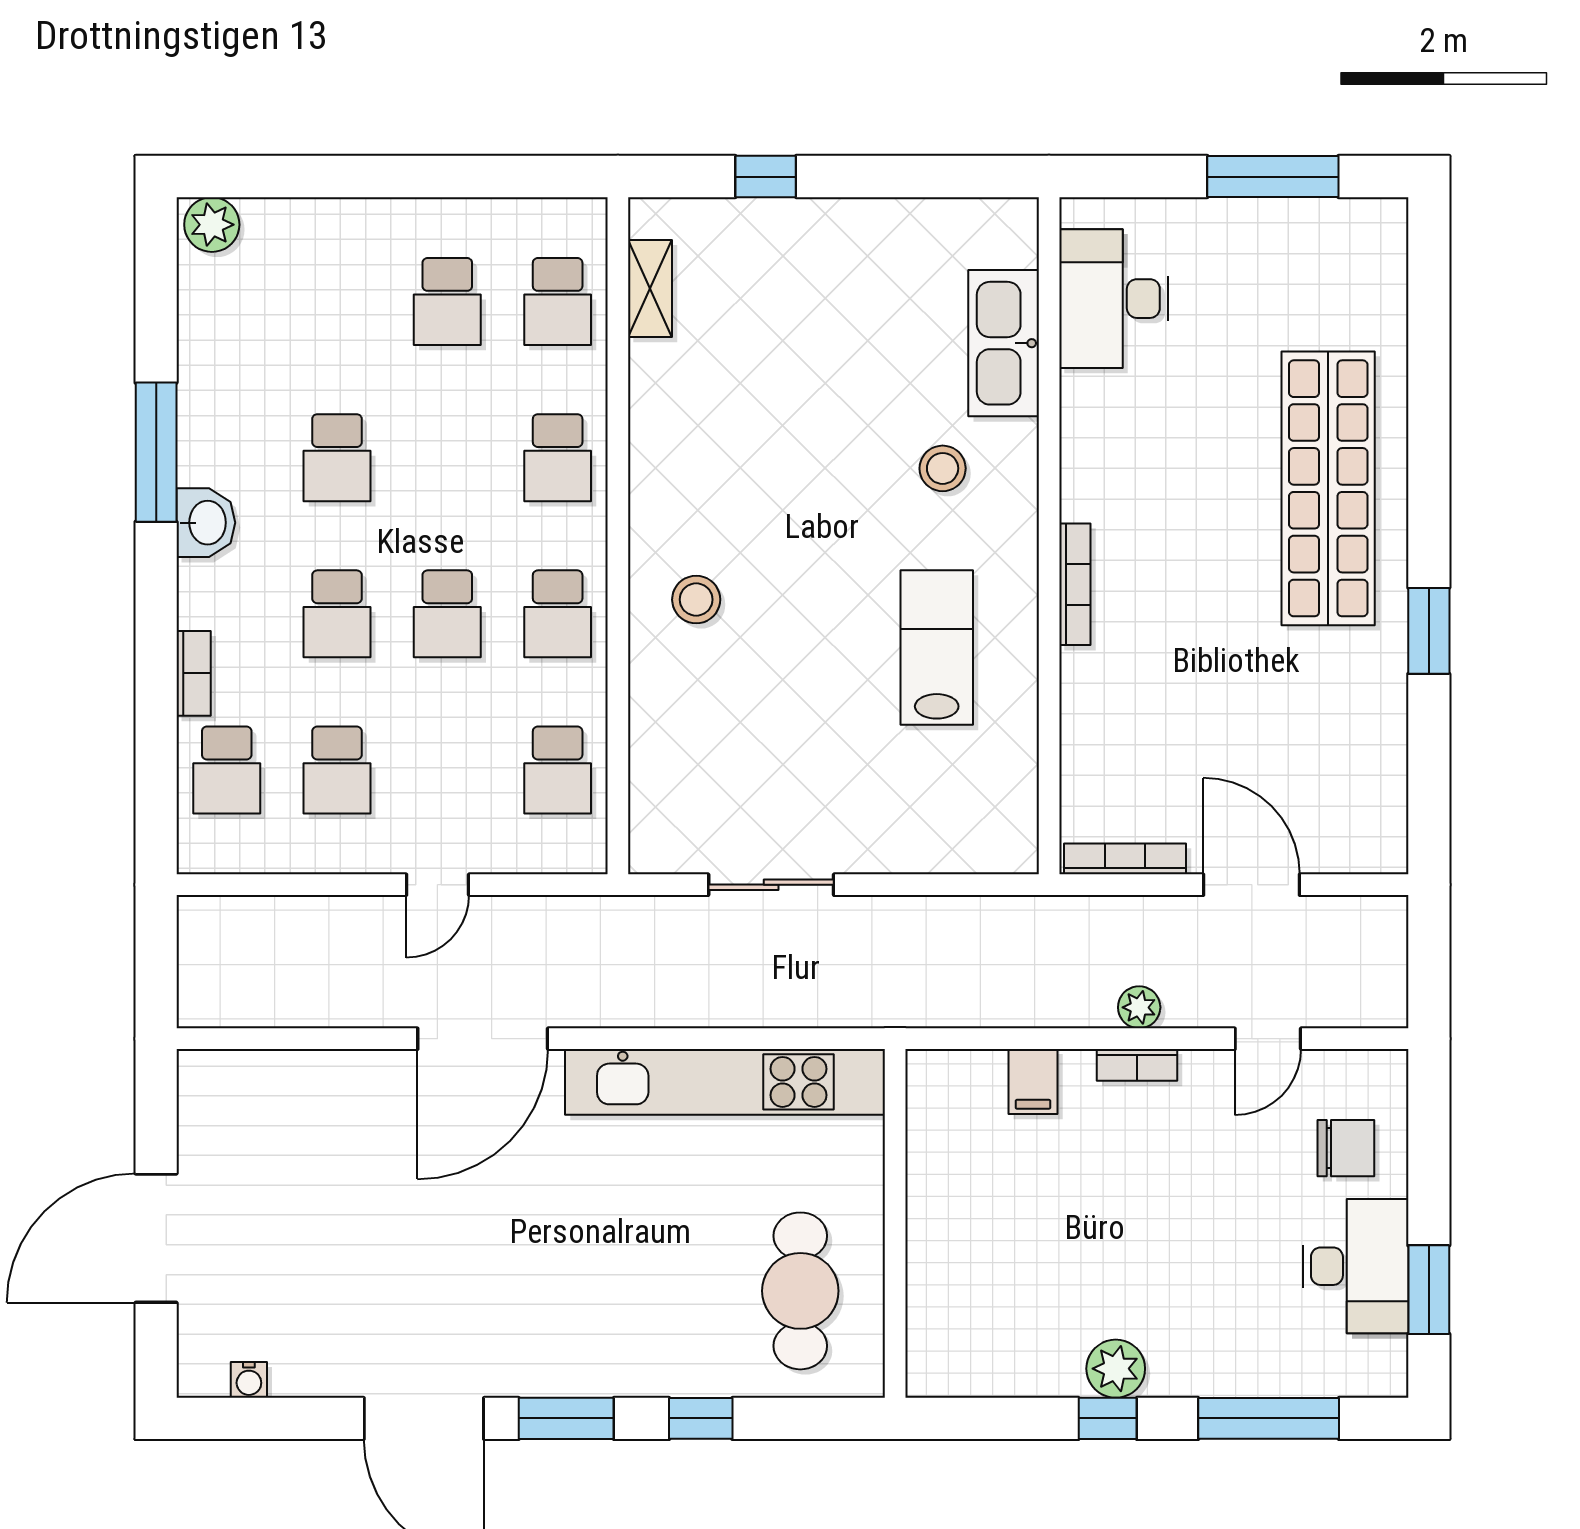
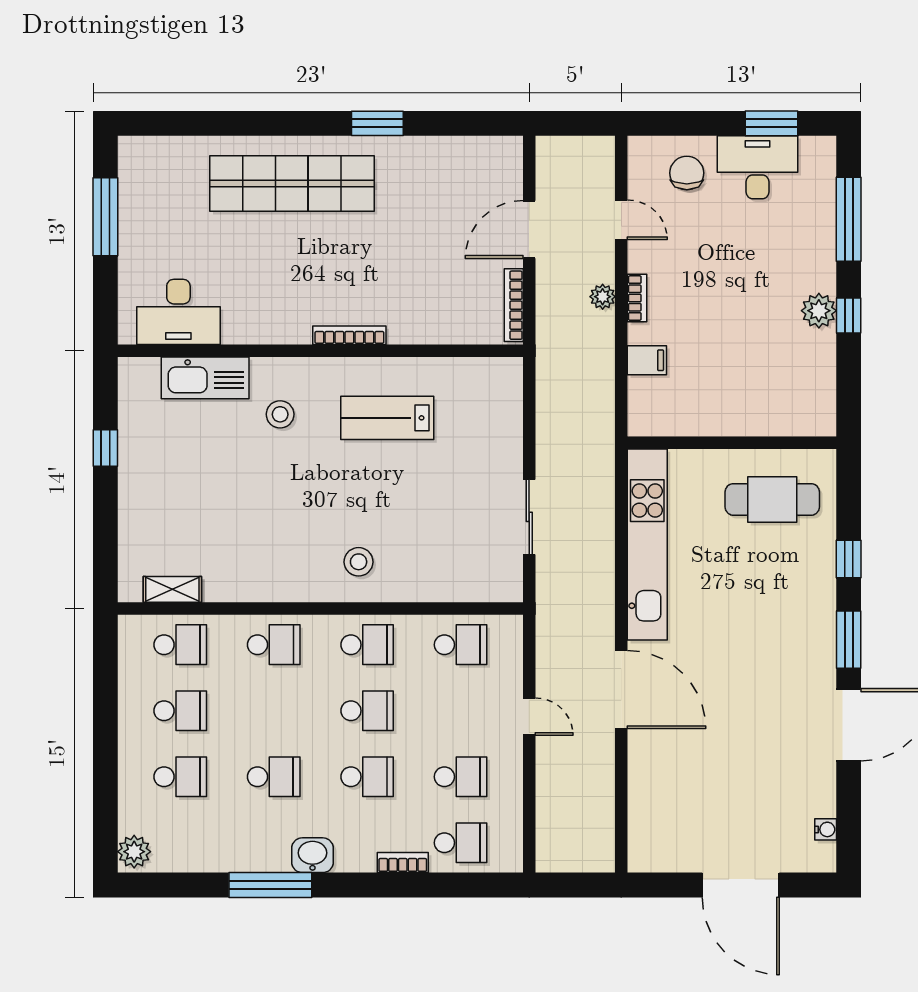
window: (766, 177) -> (105, 448), moved
school desk: (337, 301) -> (180, 777), added

